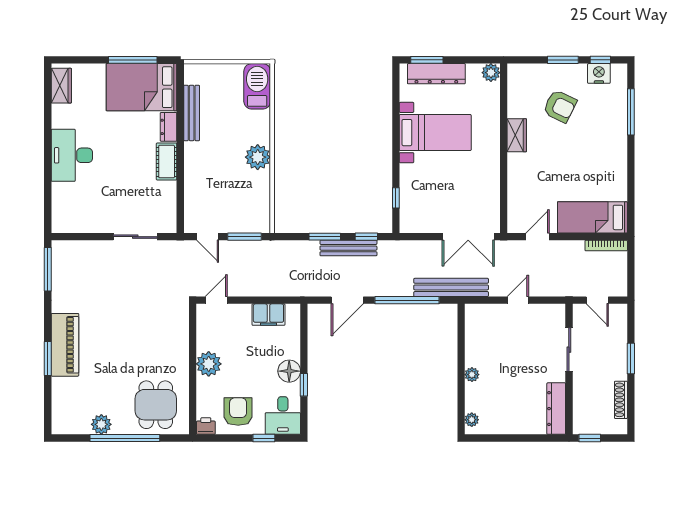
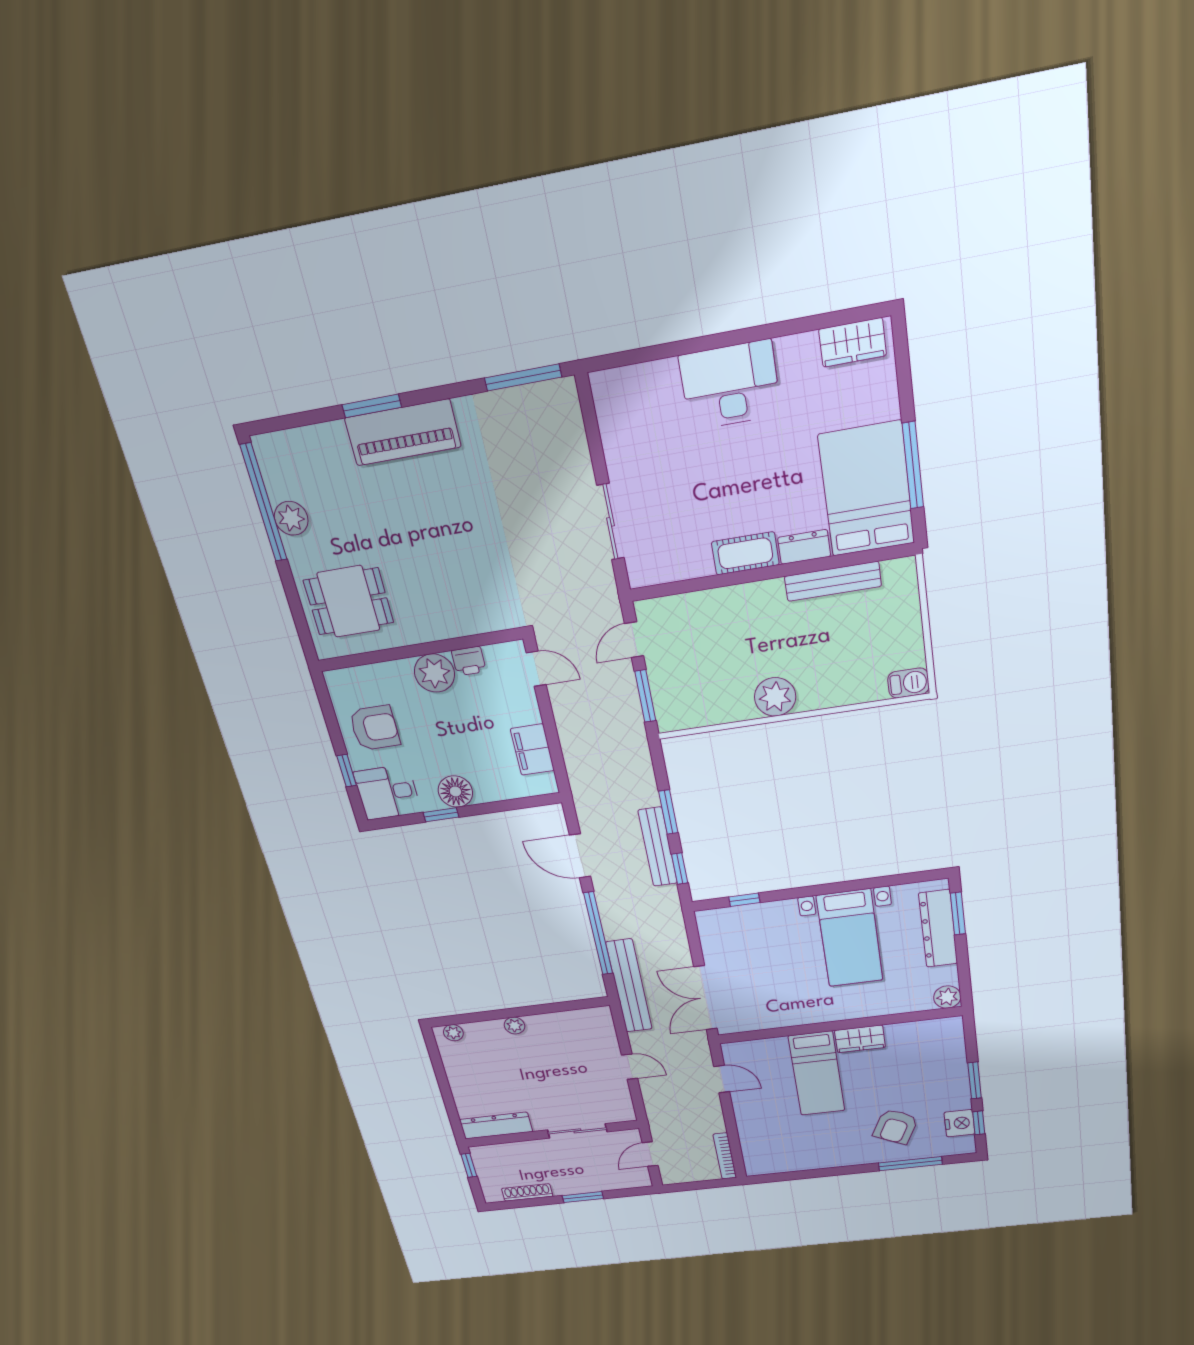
barbecue: (257, 86) -> (908, 683), width x0.53, depth x0.65
armchair: (560, 106) -> (895, 1127), moved
bed: (593, 217) -> (817, 1074), moved, turned 180
printer: (206, 426) -> (469, 661), moved, turned 90
window: (125, 438) -> (264, 503), moved

